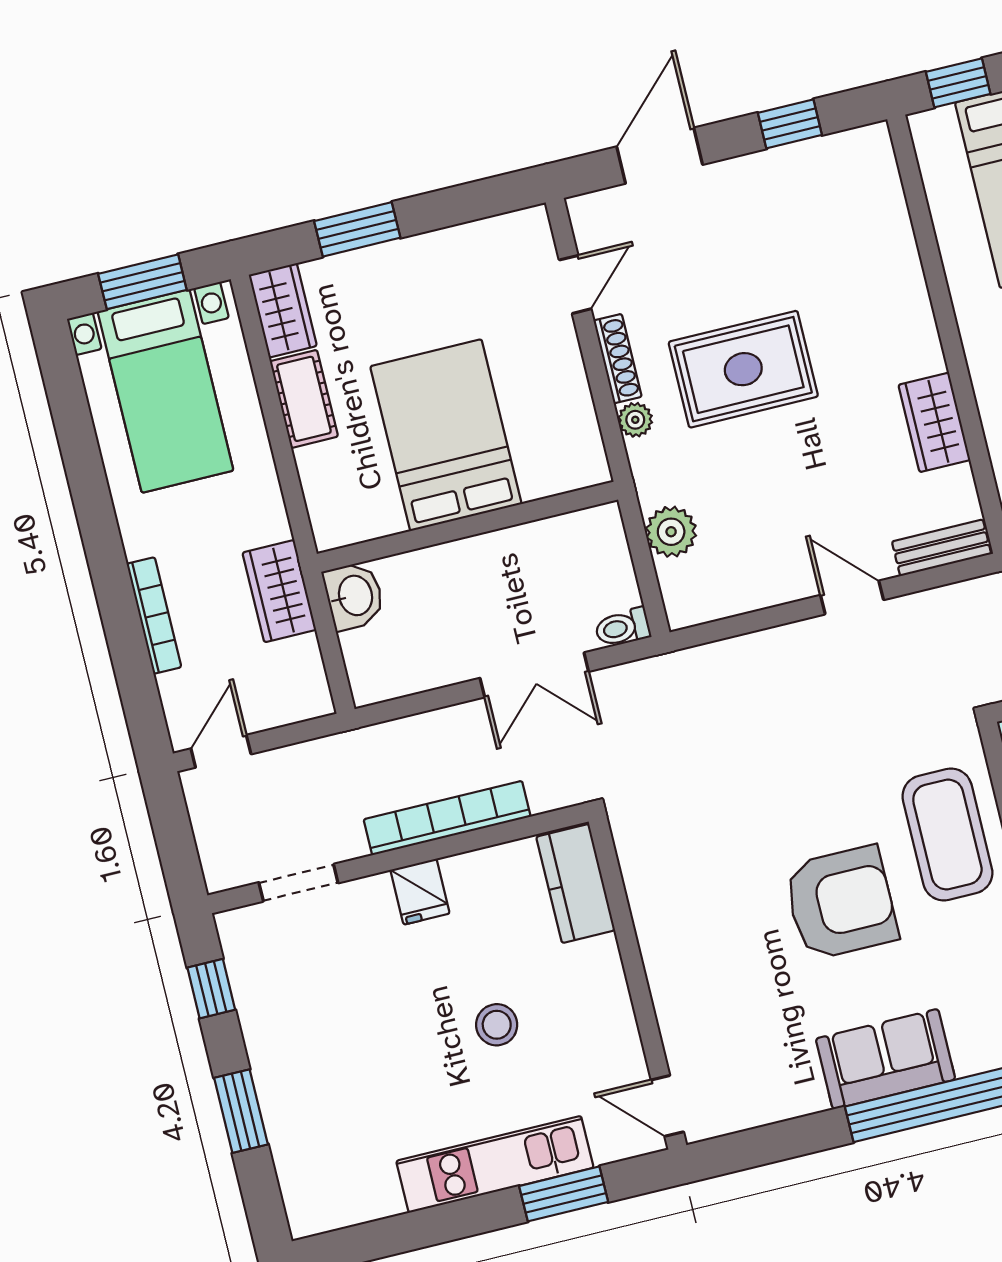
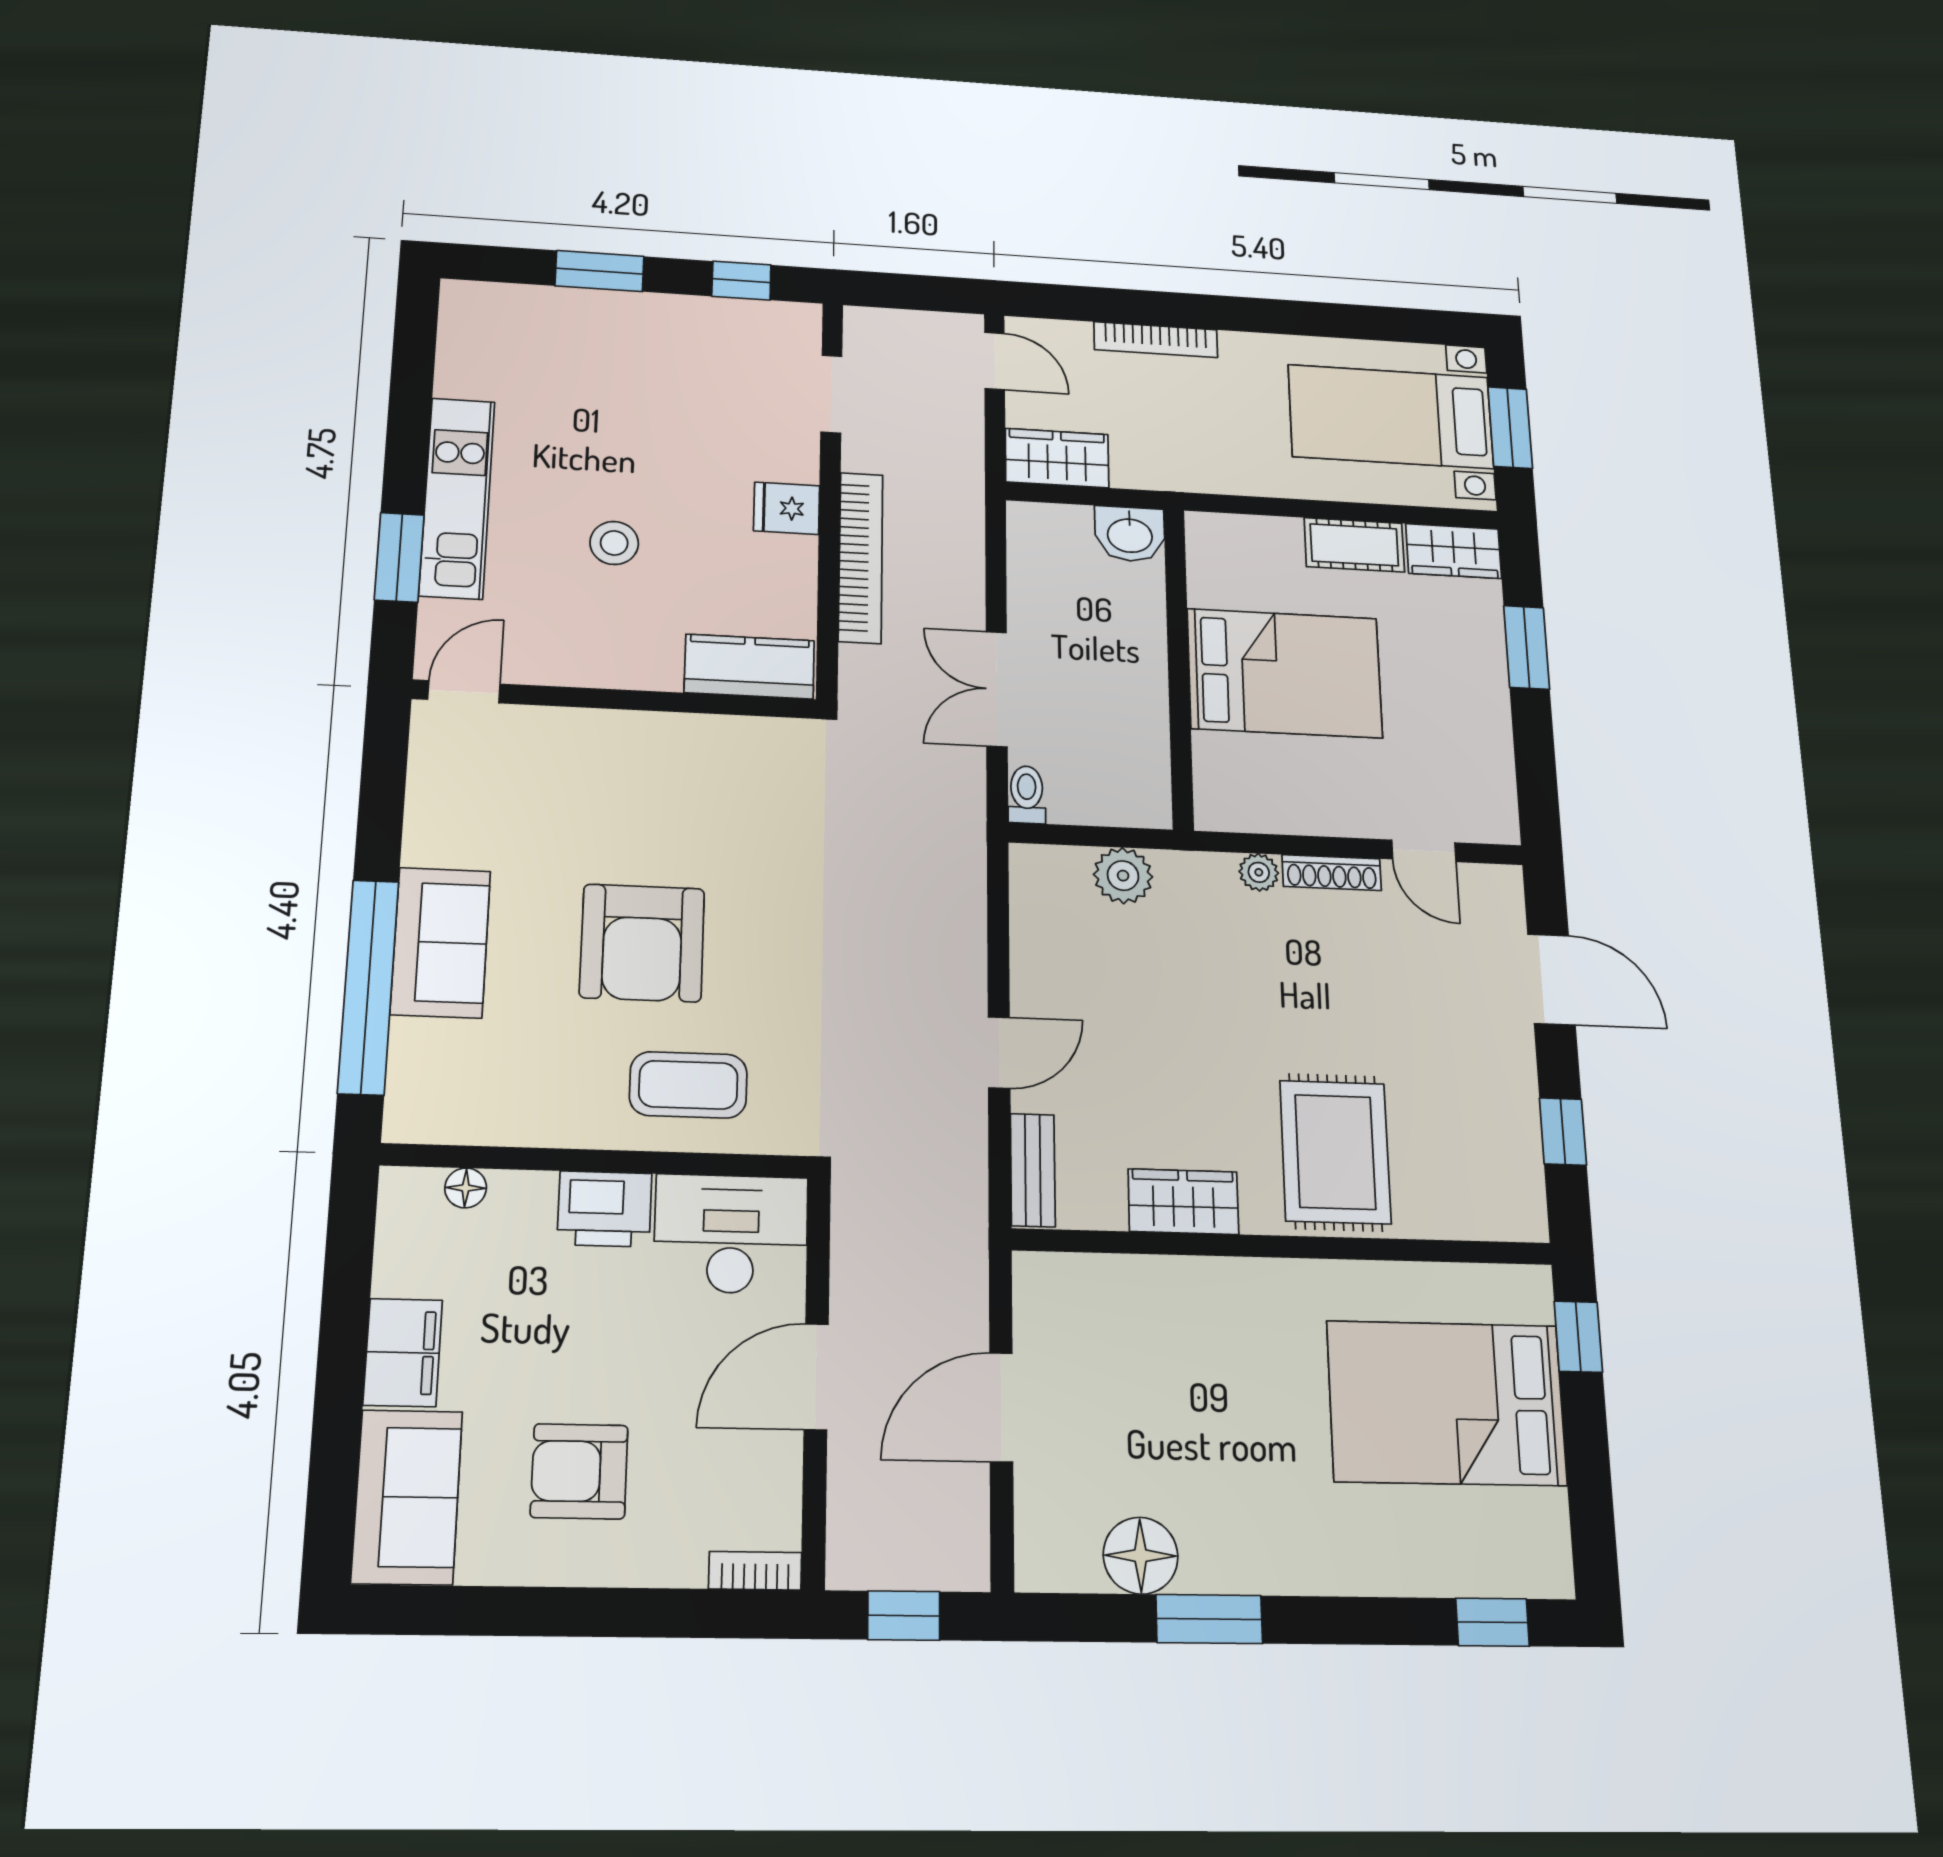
rug: (743, 369) -> (1335, 1152), moved
wardrobe: (279, 591) -> (1057, 458), moved
coffee table: (947, 835) -> (688, 1085), width x0.73, depth x0.76

